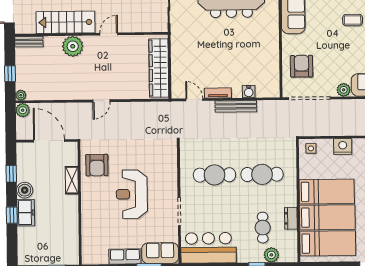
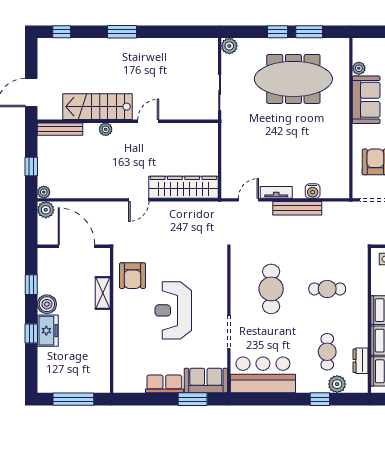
bench: (29, 42) -> (60, 129), width x1.36
plant: (73, 46) -> (106, 129), width x0.53, depth x0.53
wardrobe: (159, 68) -> (184, 187), moved, turned 90
door: (194, 100) -> (248, 200), hinge flipped
cafe table: (262, 174) -> (327, 289), width x0.73, depth x0.74
cafe table: (214, 175) -> (271, 289), turned 90
dresser: (291, 218) -> (361, 361), moved

